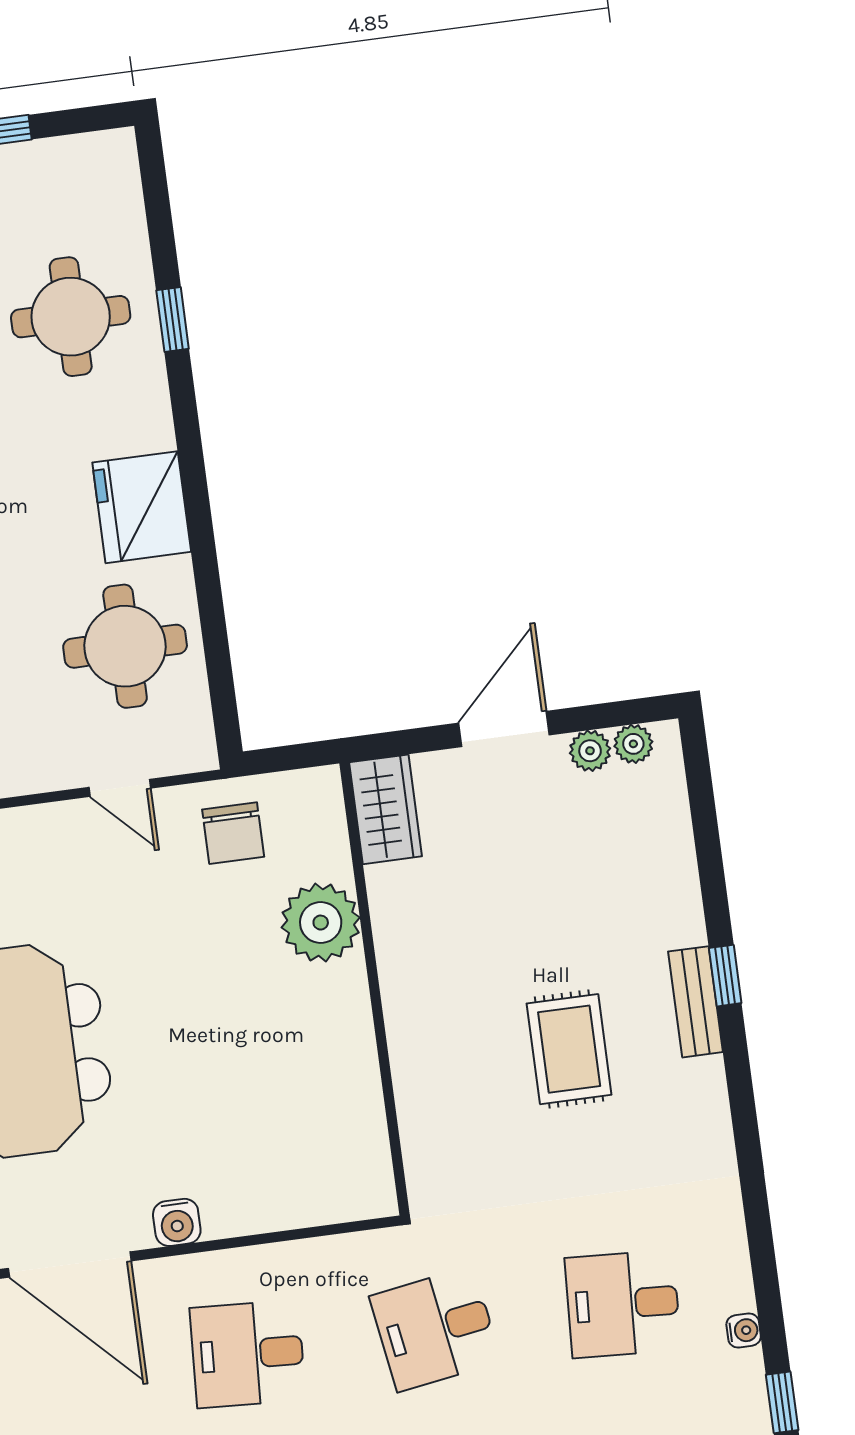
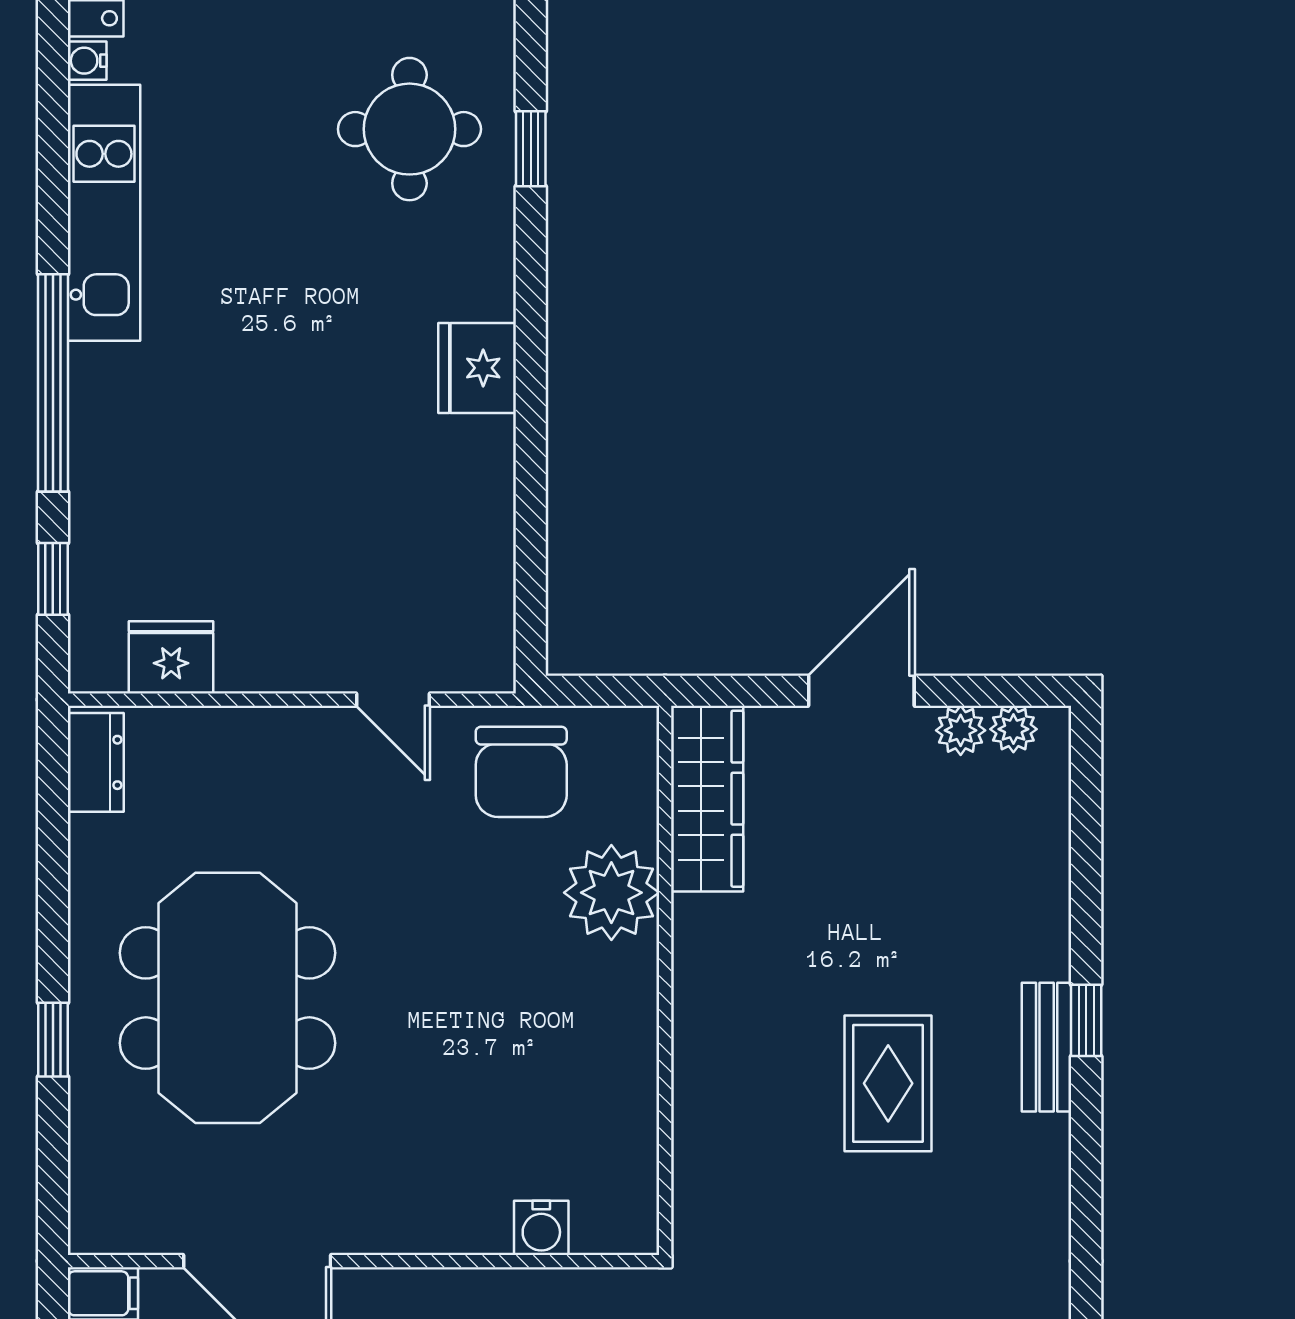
fridge: (142, 507) -> (477, 368), width x0.73, depth x0.75
round table: (125, 646) -> (422, 531), removed
wardrobe: (386, 809) -> (707, 799), width x1.50
chair: (233, 833) -> (521, 772), width x1.37, depth x1.37
water cooler: (177, 1222) -> (541, 1228), moved

